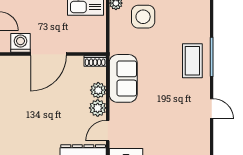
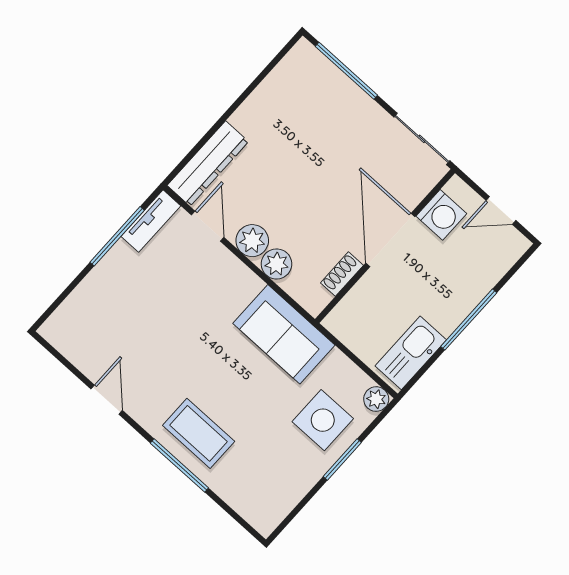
shoe rack: (95, 61) -> (342, 274), moved
sofa: (123, 78) -> (284, 334), moved
door: (212, 109) -> (107, 400), swing flipped

